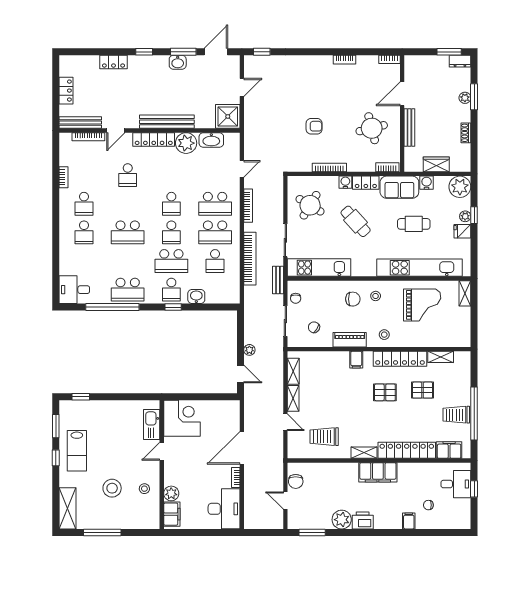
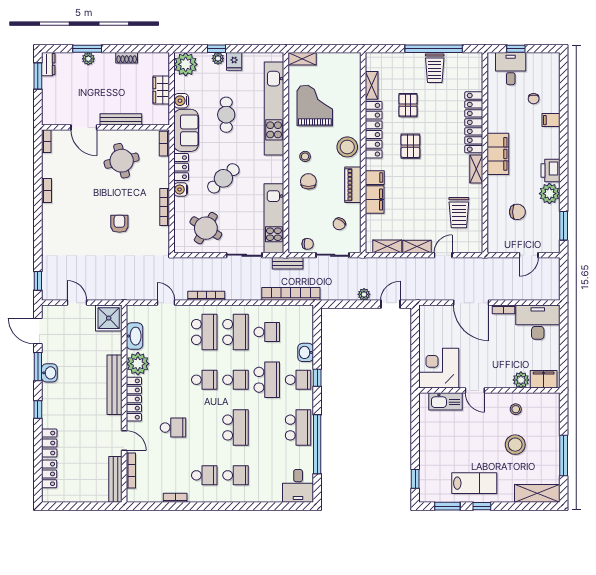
locker: (66, 91) -> (49, 474), moved, turned 90
bookcase: (250, 259) -> (291, 294), moved
stool: (384, 335) -> (347, 147), width x1.89, depth x1.89
filing cabinet: (449, 450) -> (375, 200), moved, turned 180
chair: (296, 481) -> (517, 212), moved

